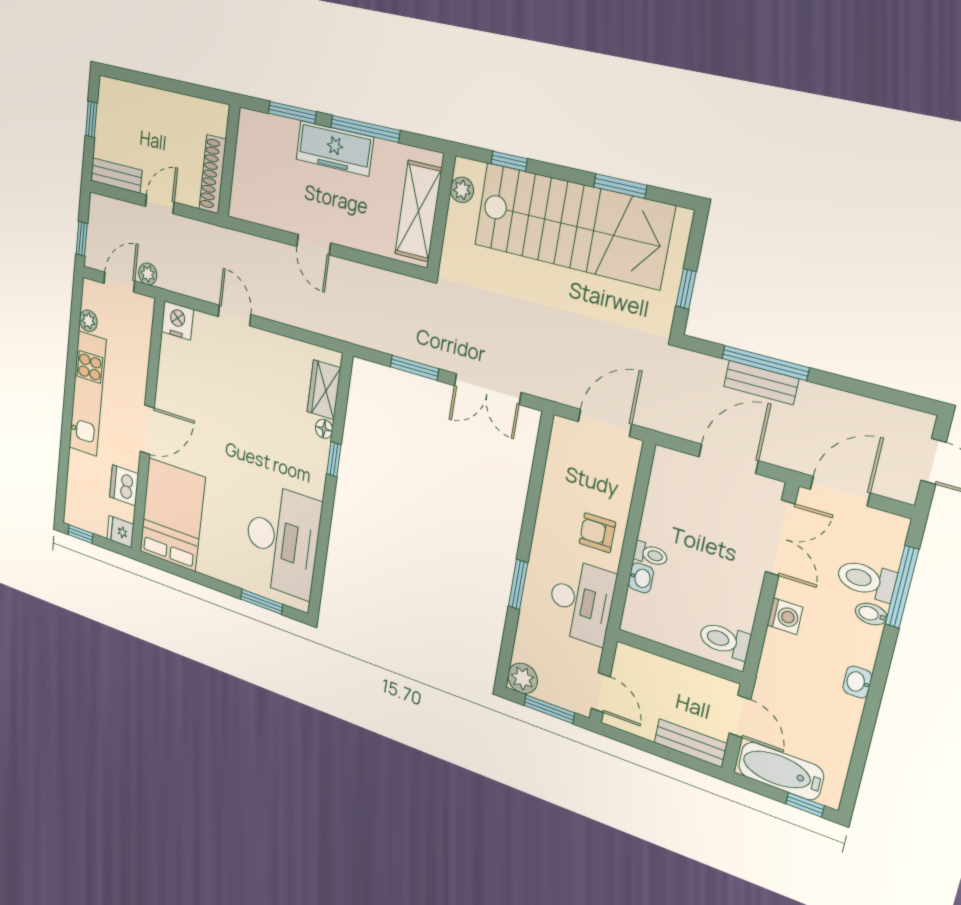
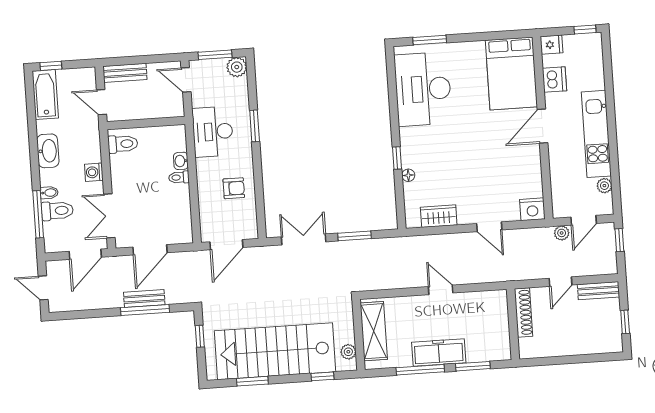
wardrobe: (324, 390) -> (439, 216), moved, turned -90
armchair: (597, 533) -> (234, 188), moved
washbasin: (857, 682) -> (48, 151), width x1.91, depth x1.45
bathtub: (781, 771) -> (45, 95), moved, turned -90

